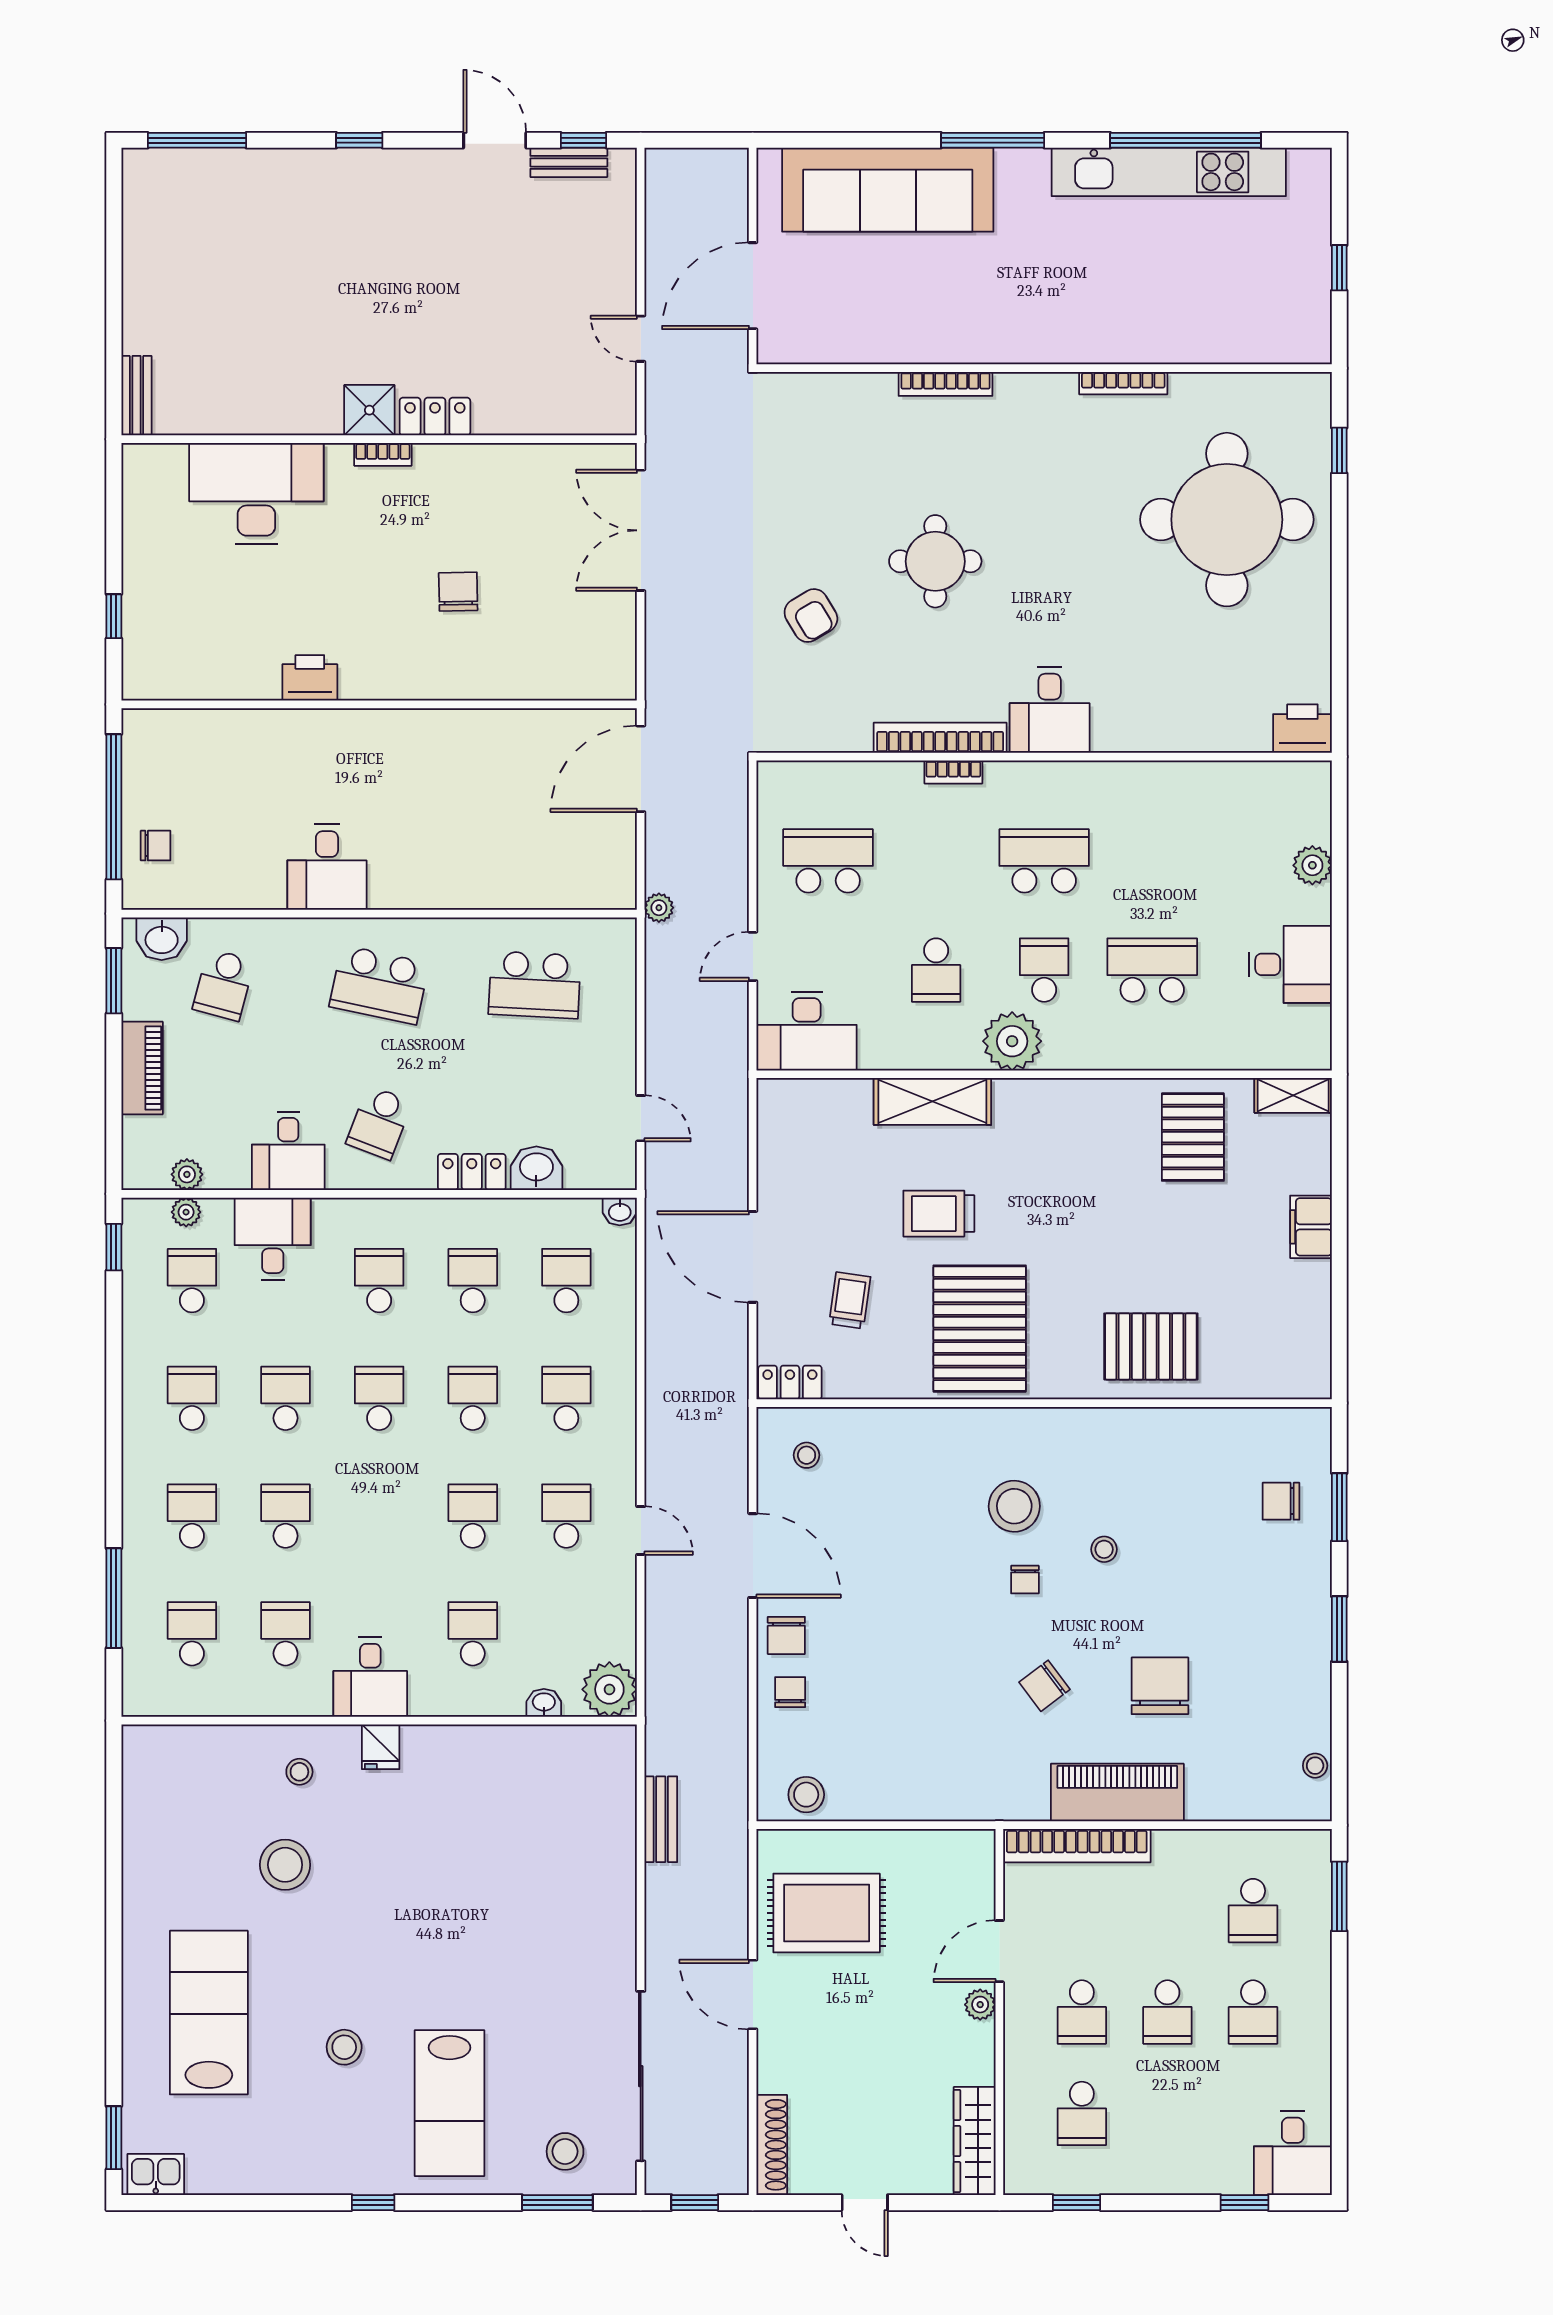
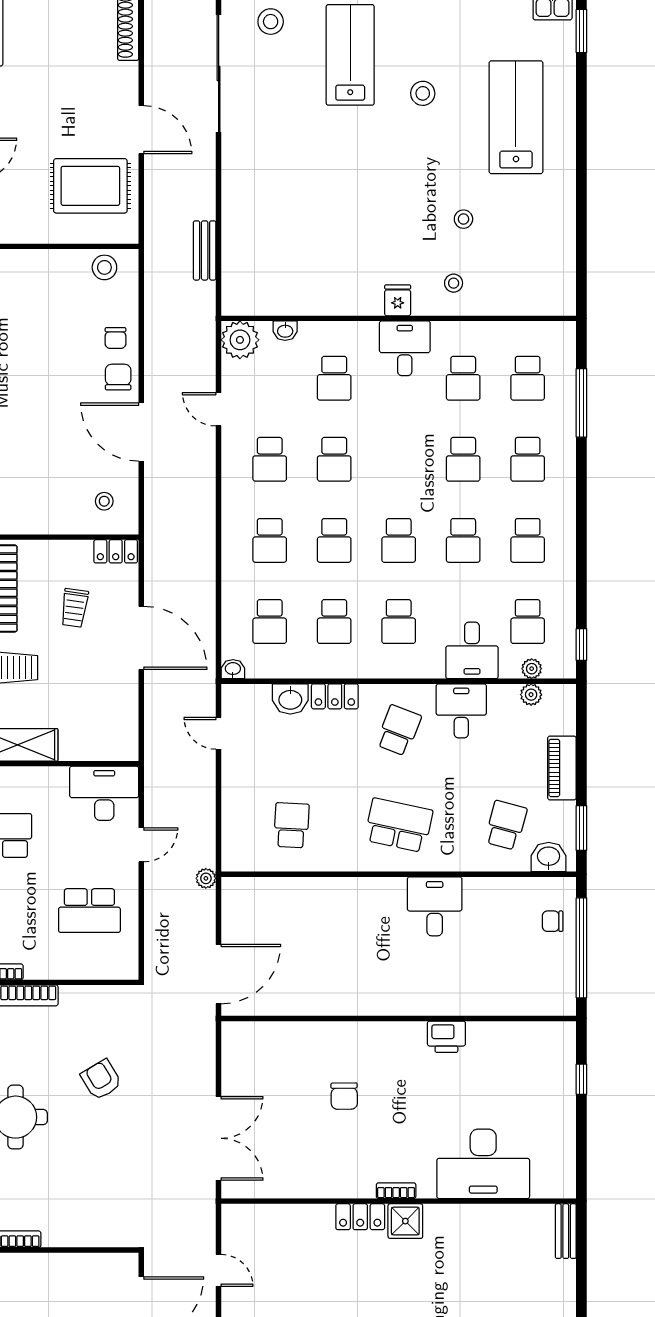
school desk: (535, 985) -> (291, 825), width x0.54
door: (641, 1530) -> (219, 409), moved
stool: (285, 1865) -> (463, 219), width x0.53, depth x0.53
lab bench: (209, 2013) -> (516, 117), turned 180

